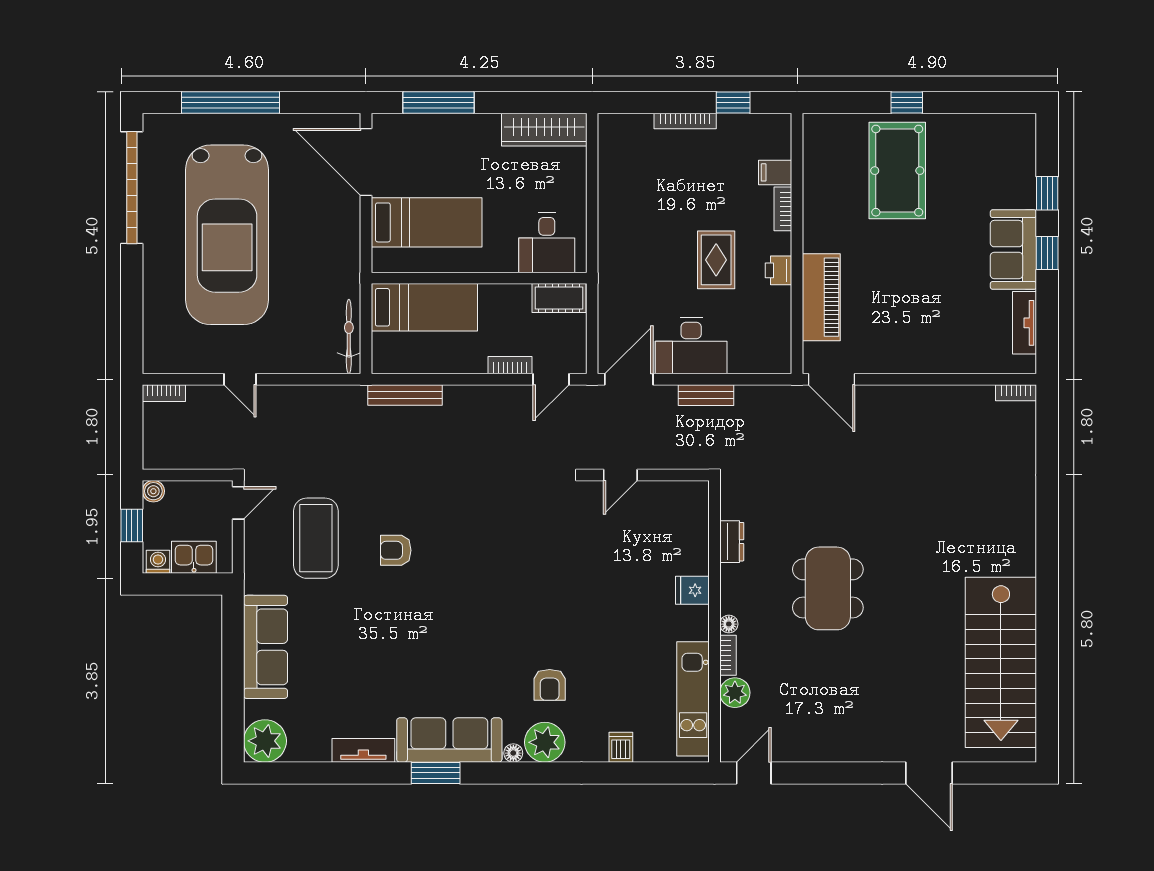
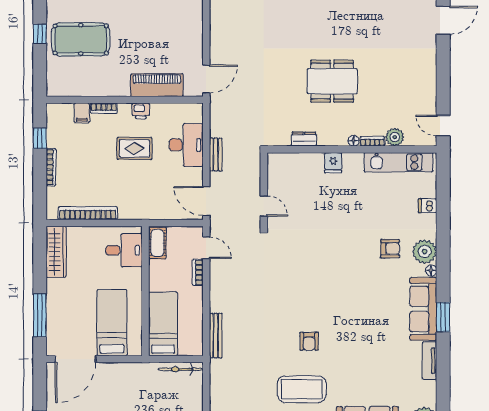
bookcase: (609, 182) -> (88, 213), added
desk: (691, 346) -> (186, 145), moved

